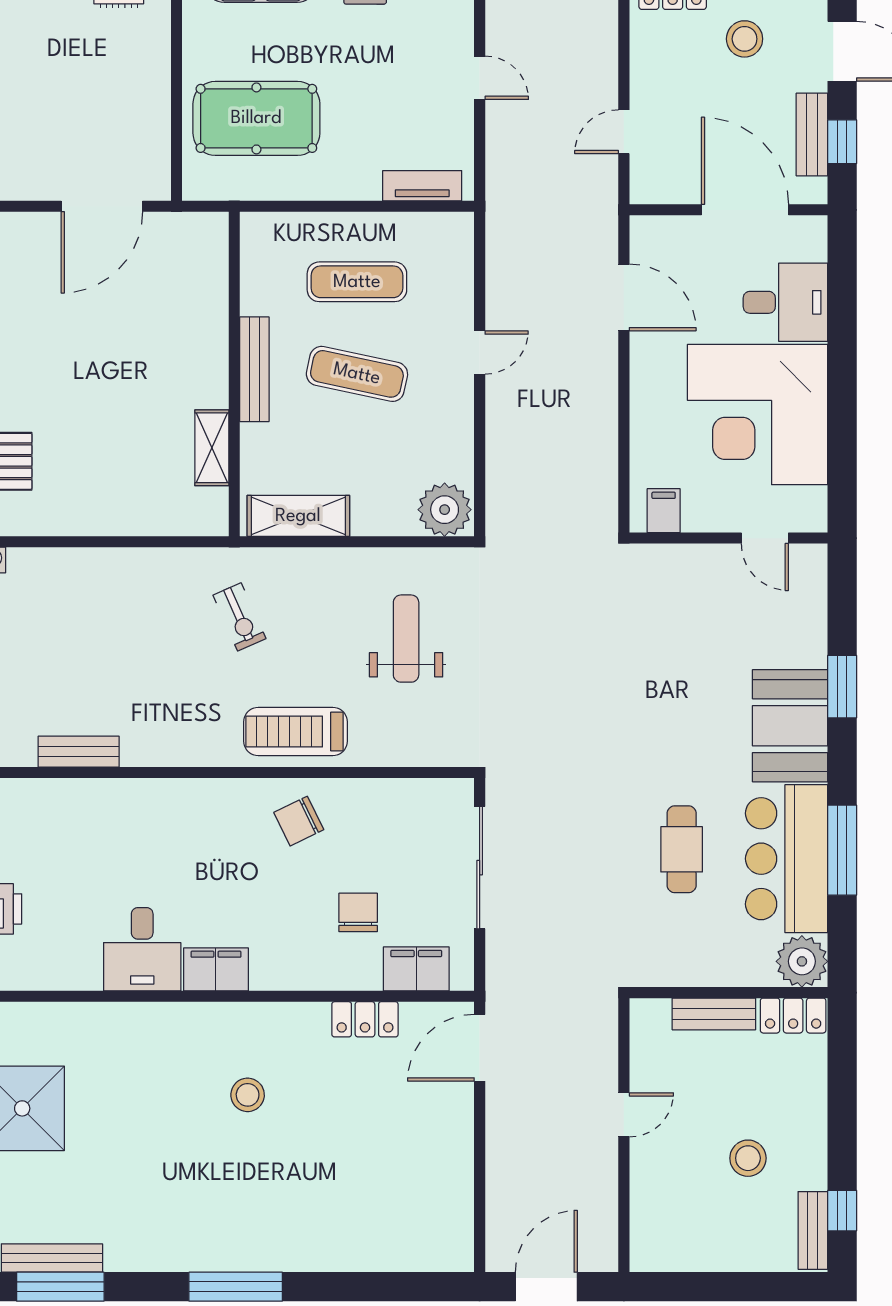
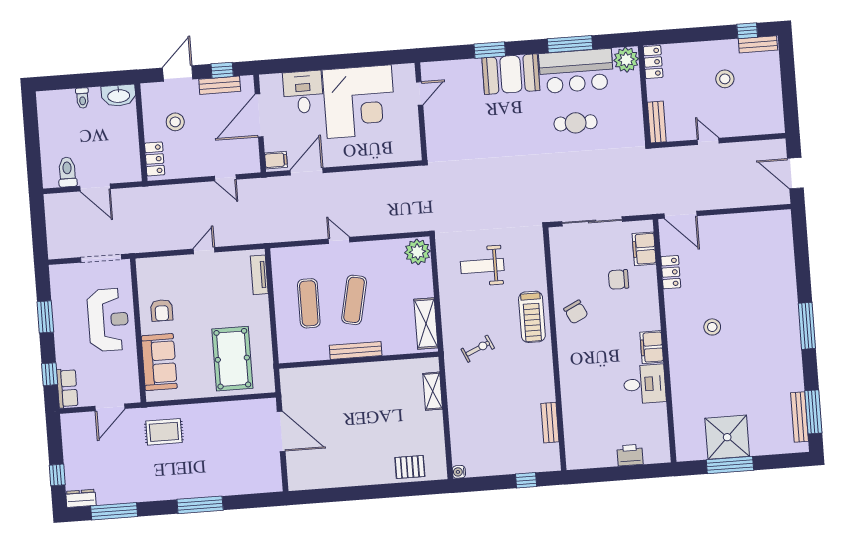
shelving: (212, 448) -> (433, 391), moved, turned 90
filing cabinet: (664, 511) -> (276, 160), moved, turned 180
bench: (714, 1014) -> (657, 122), moved

